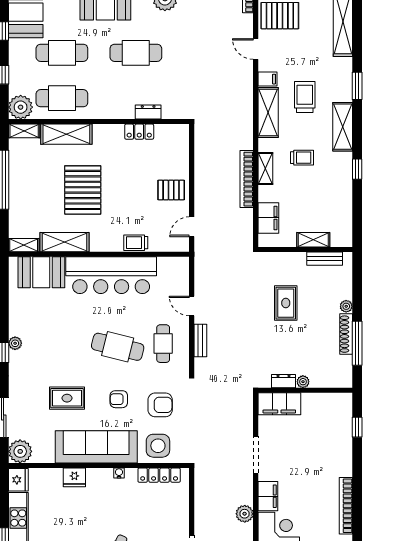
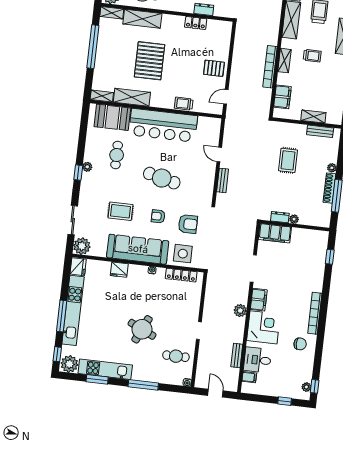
cafe table: (163, 344) -> (117, 155), moved

